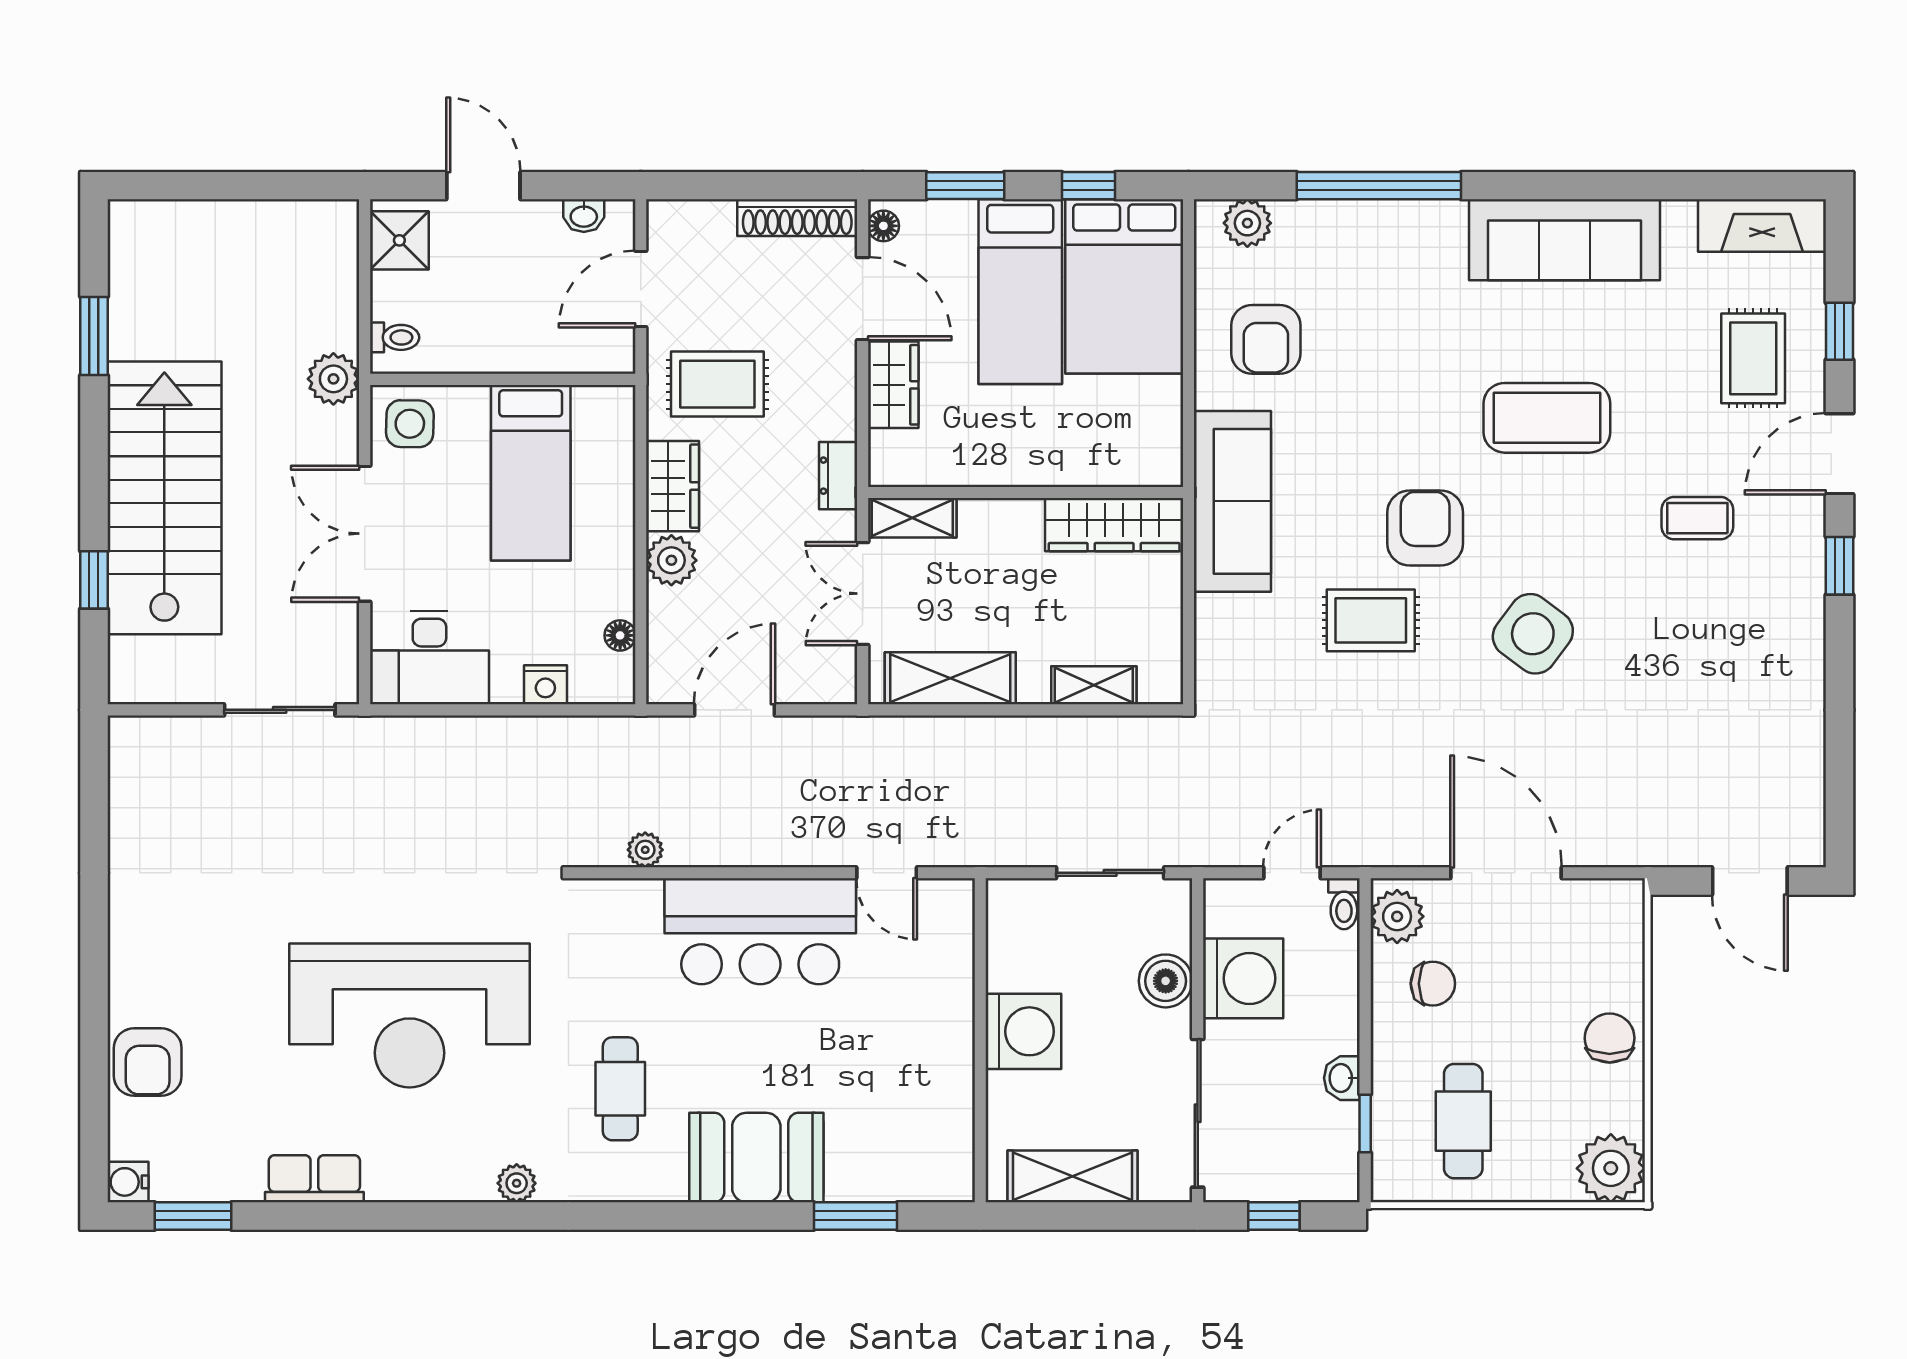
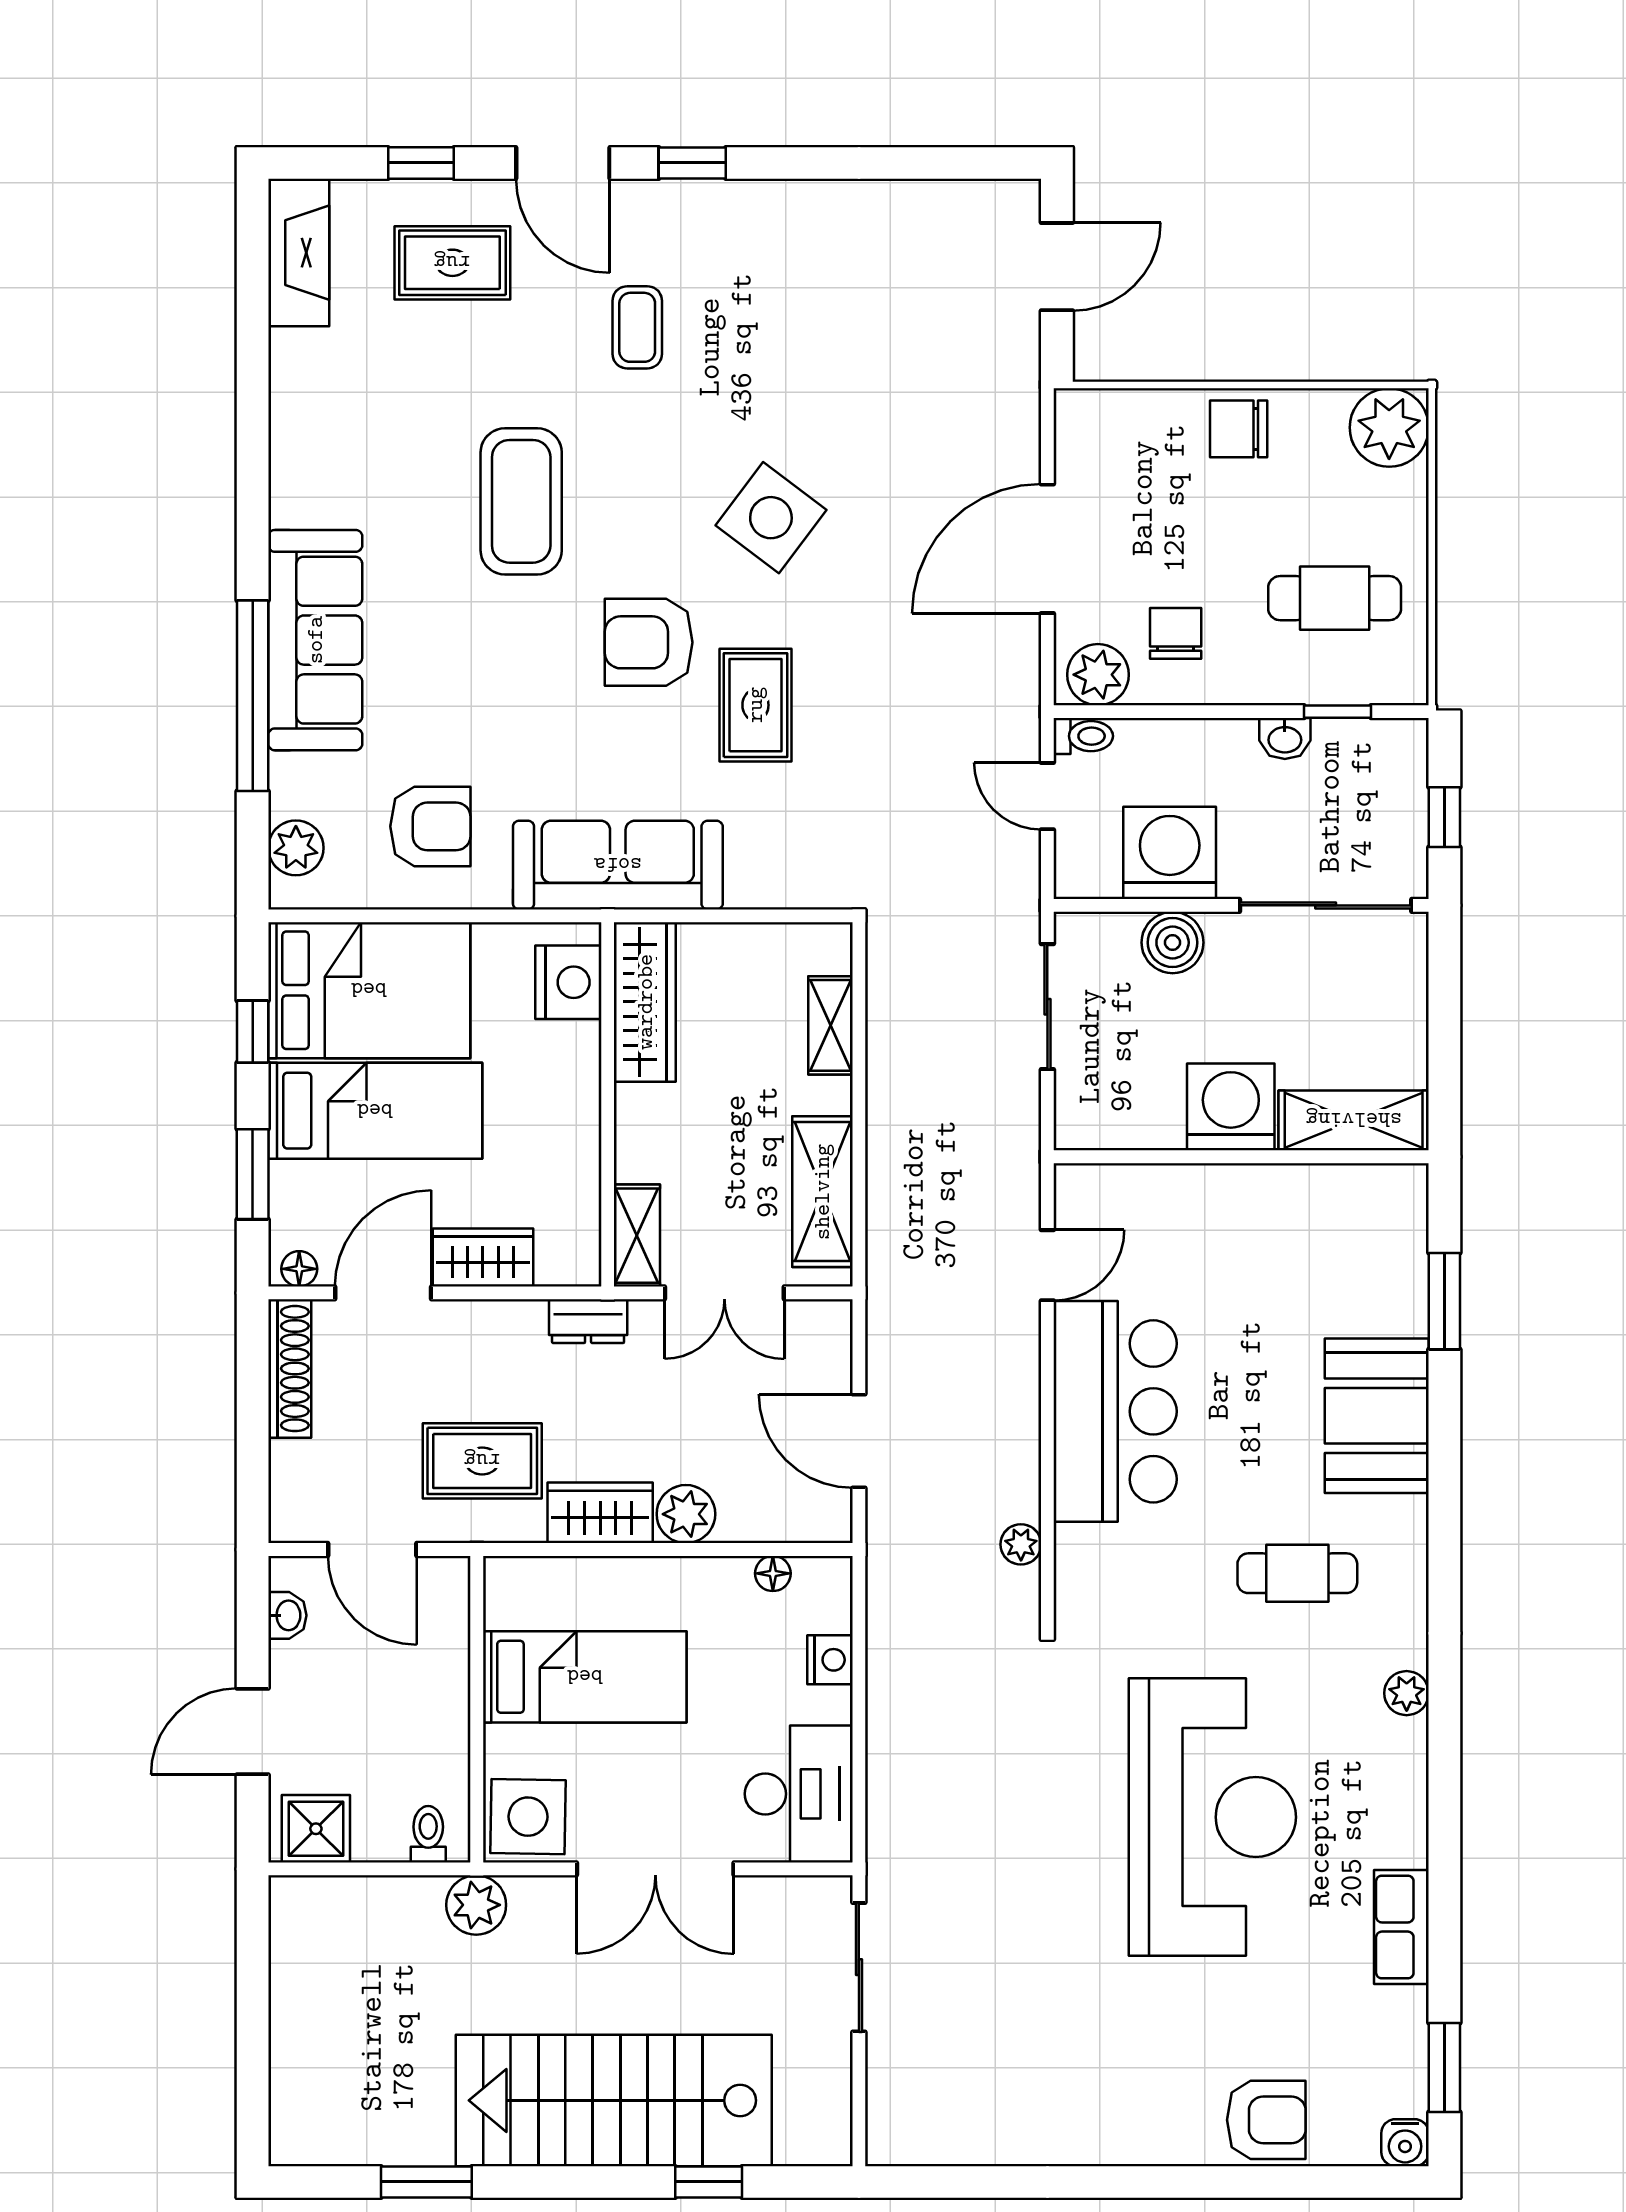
sofa: (1564, 240) -> (315, 640), moved
rug: (717, 384) -> (482, 1461), turned 90
side table: (410, 424) -> (528, 1817), width x1.37, depth x1.37
nightstand: (1131, 459) -> (568, 982), added
shelving: (1072, 1176) -> (1354, 1120), moved, turned 90

